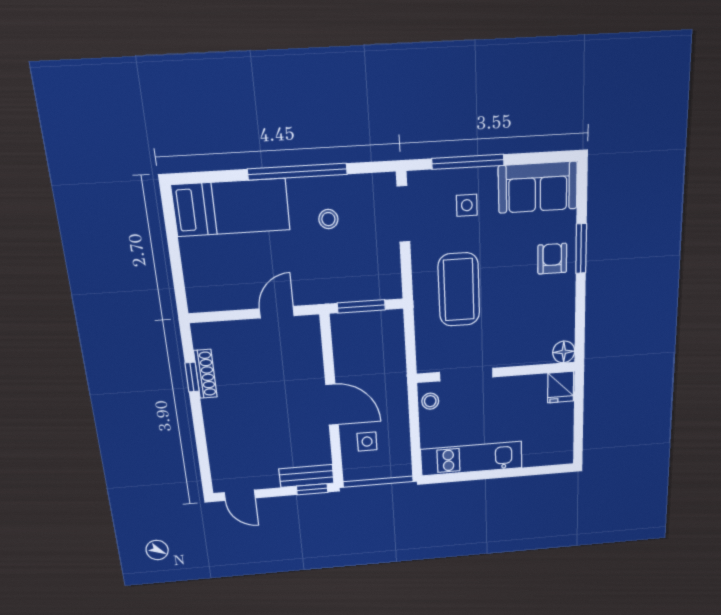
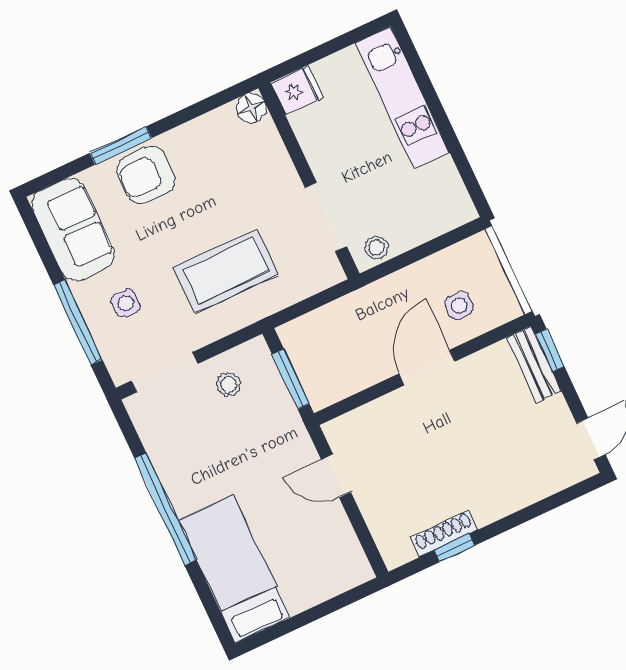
stool: (328, 219) -> (229, 384), moved
armchair: (552, 259) -> (146, 175), width x1.38, depth x1.38
kitchen unit: (472, 459) -> (402, 97), moved

